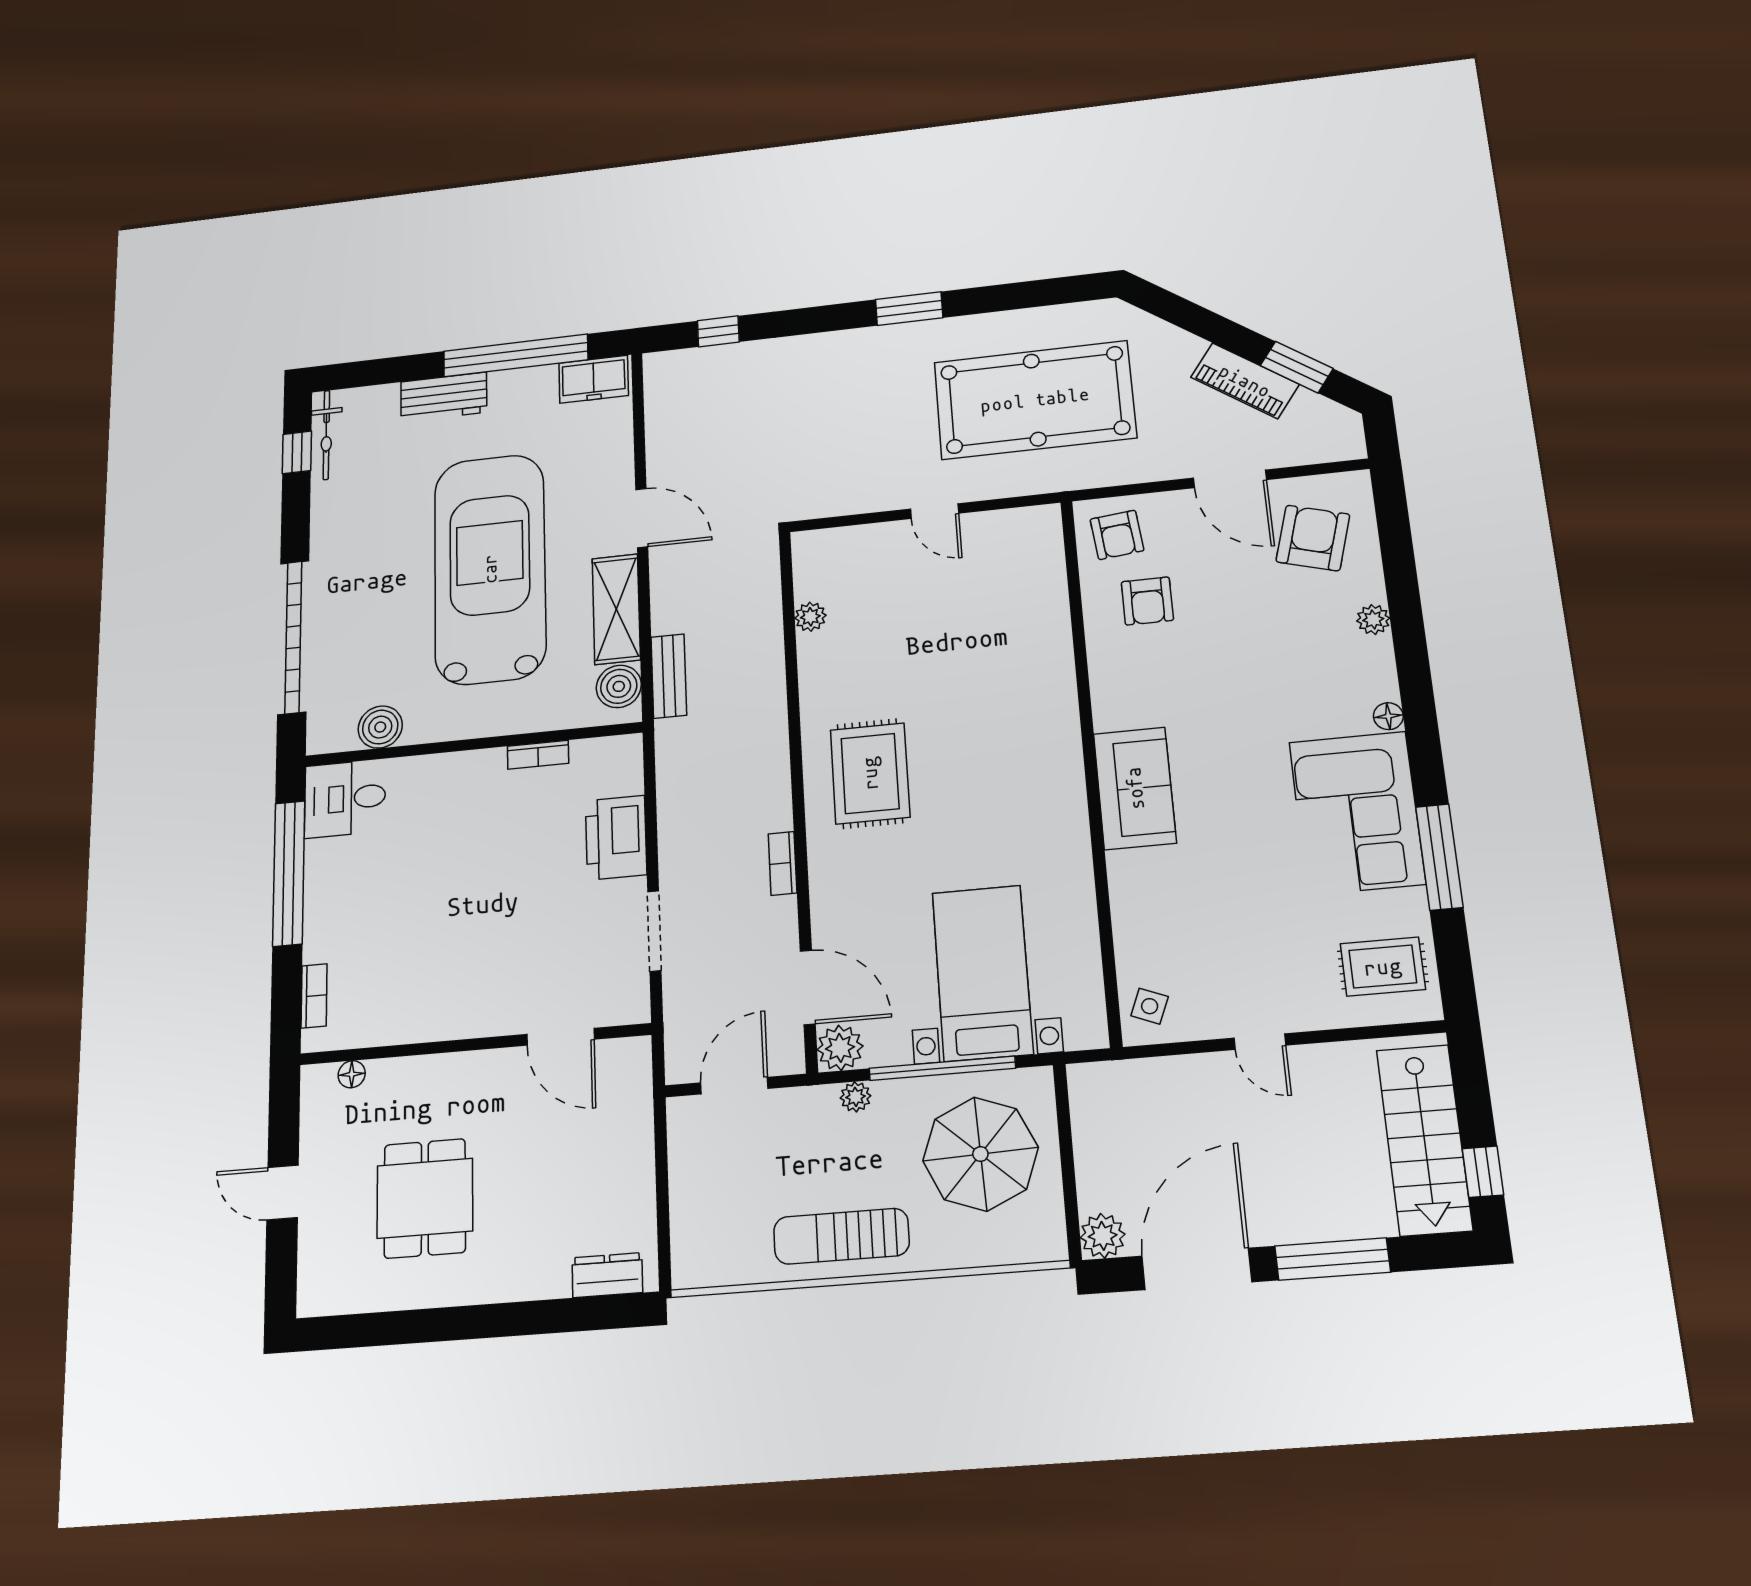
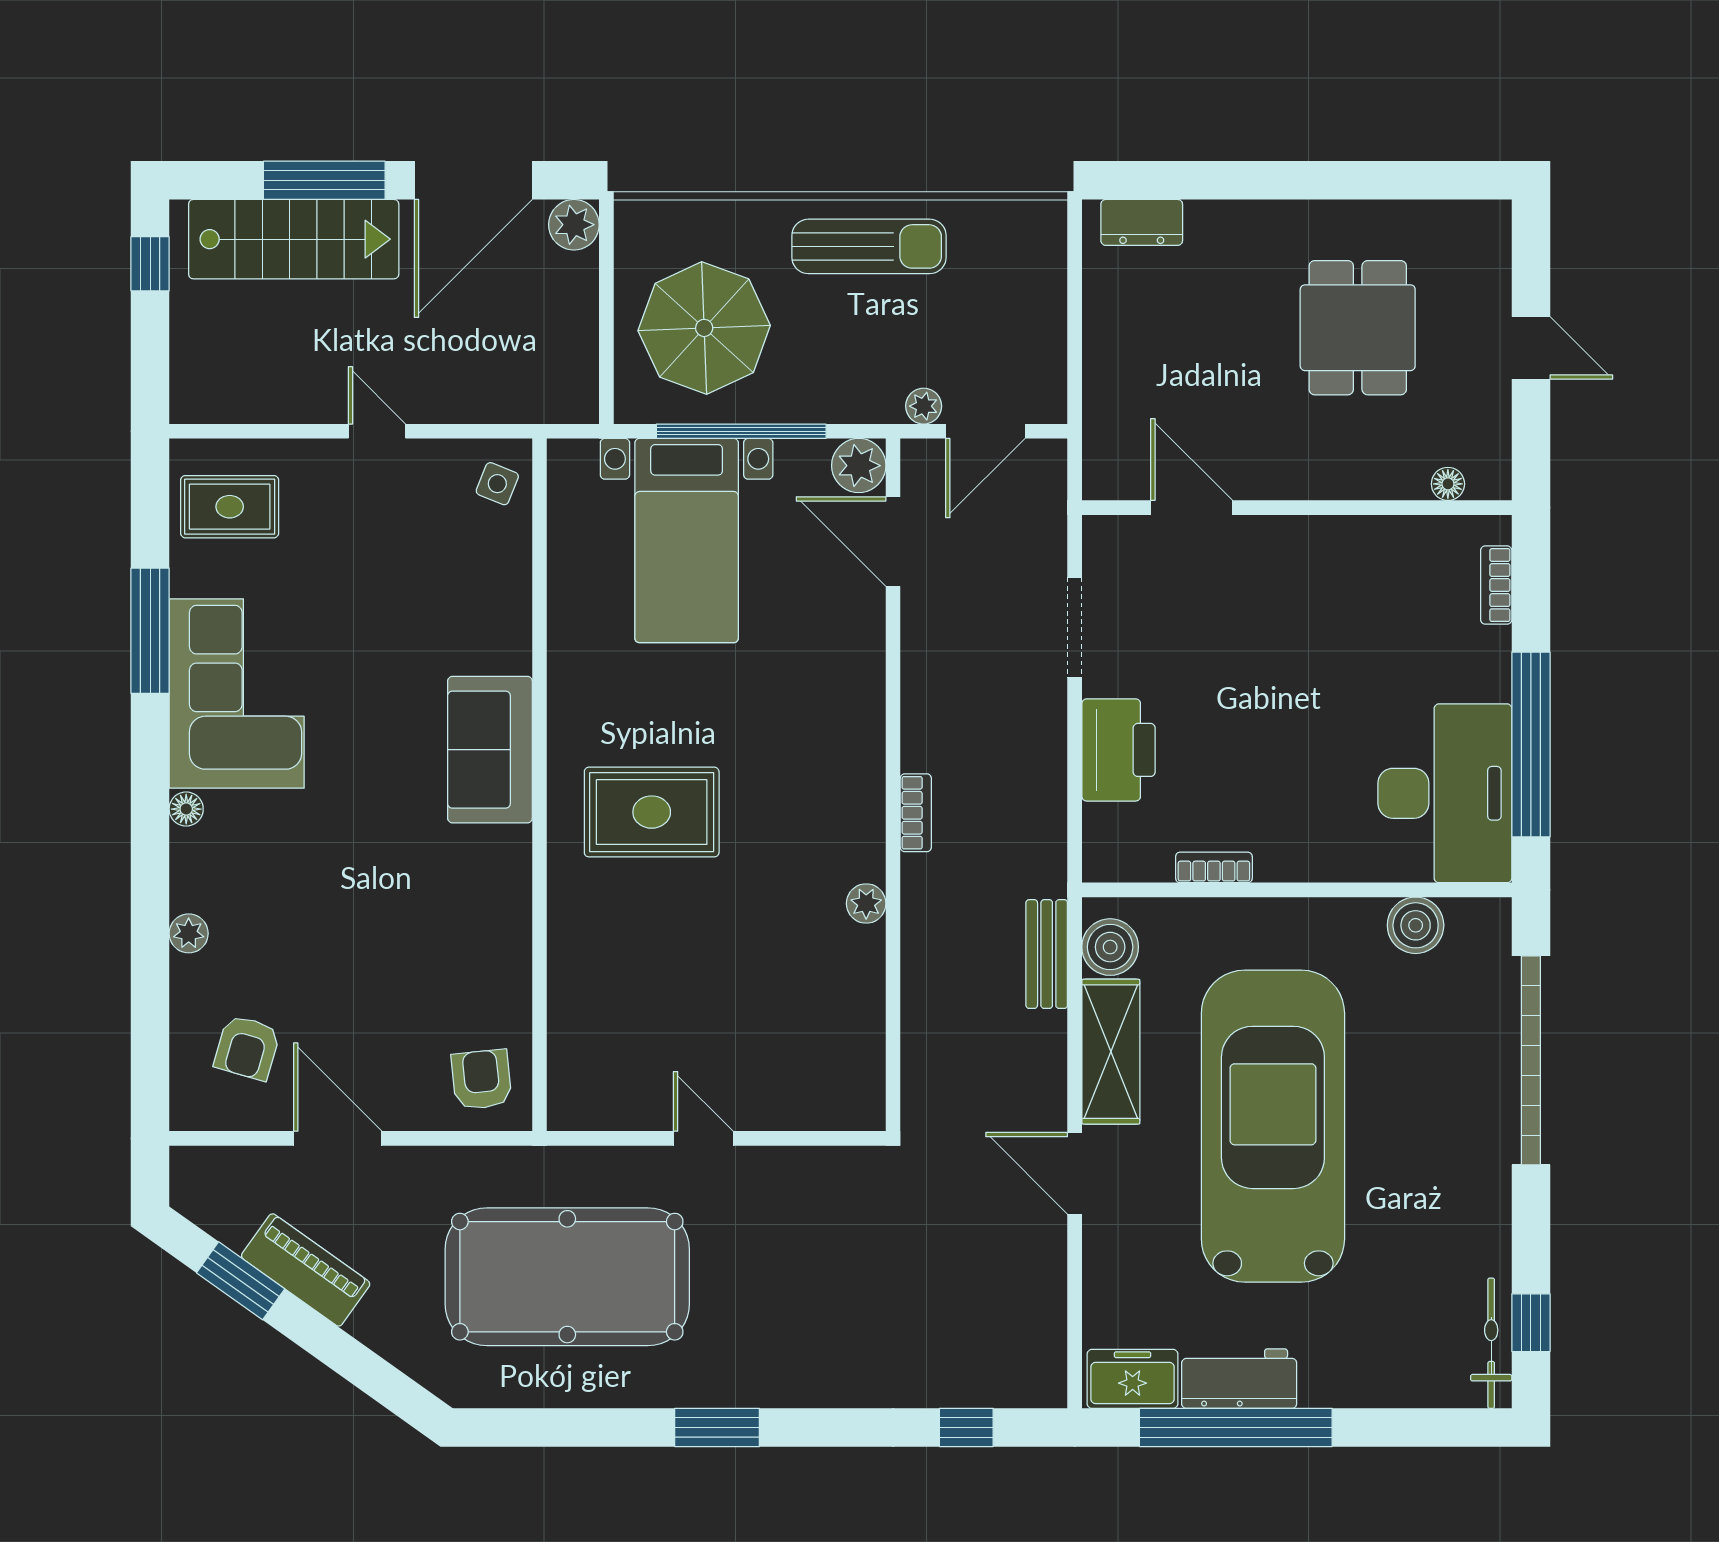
workbench: (444, 397) -> (1239, 1379), moved
armchair: (1313, 538) -> (247, 1048), width x0.72, depth x0.72
car: (490, 569) -> (1273, 1126), turned 180
armchair: (1147, 601) -> (453, 988), removed
plant: (810, 617) -> (866, 903), moved
rug: (870, 773) -> (652, 812), moved, turned 90
desk: (345, 798) -> (1445, 793), width x1.87, depth x1.30
bookcase: (783, 863) -> (916, 813), moved
plant: (856, 1097) -> (924, 406), moved
stairs: (1424, 1140) -> (294, 239), moved, turned 90

